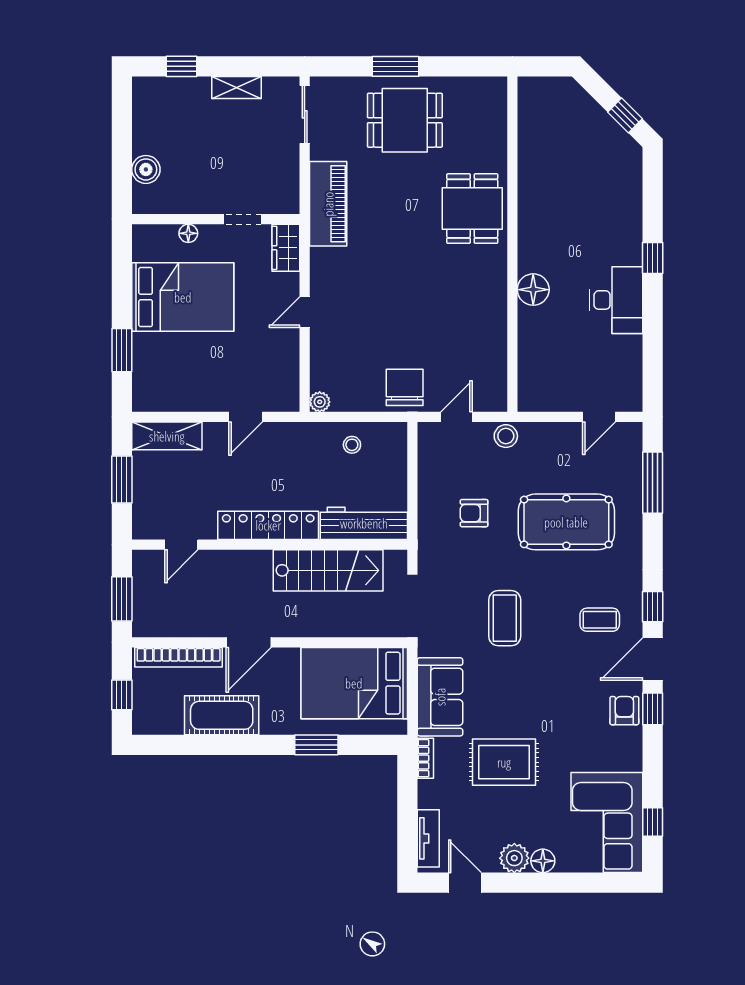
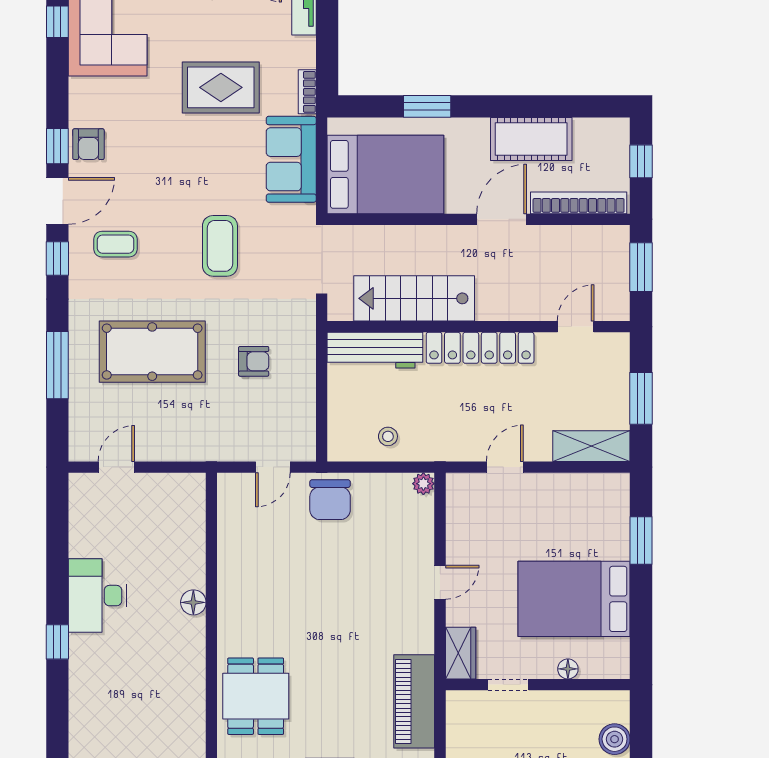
floor lamp: (533, 290) -> (193, 602), width x0.73, depth x0.73
stool: (506, 436) -> (219, 446), removed
window: (653, 483) -> (57, 365), moved

